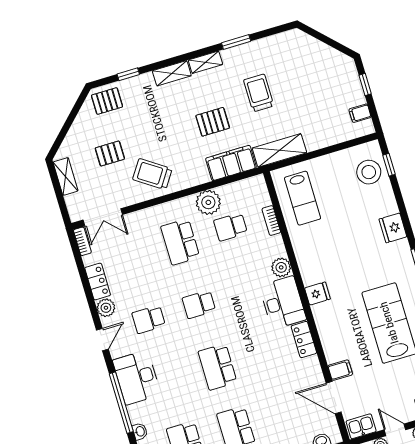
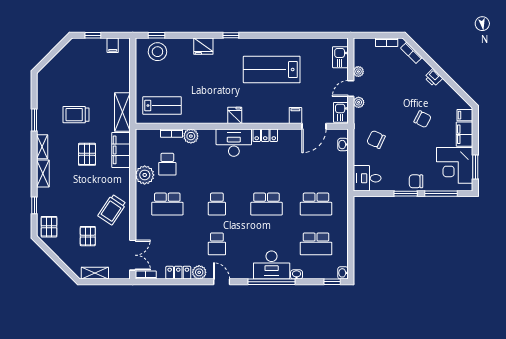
plant: (281, 267) -> (191, 136), moved
desk: (137, 378) -> (272, 265), moved

